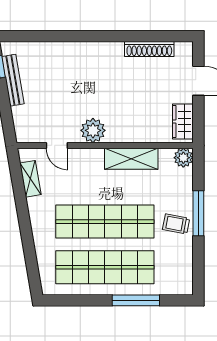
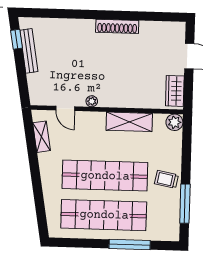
shoe rack: (149, 49) -> (117, 26), moved
plant: (93, 130) -> (92, 101), width x0.53, depth x0.53
window: (198, 213) -> (185, 204), moved

